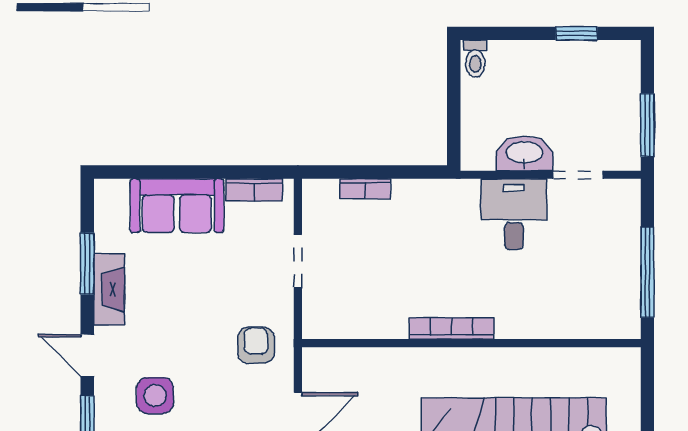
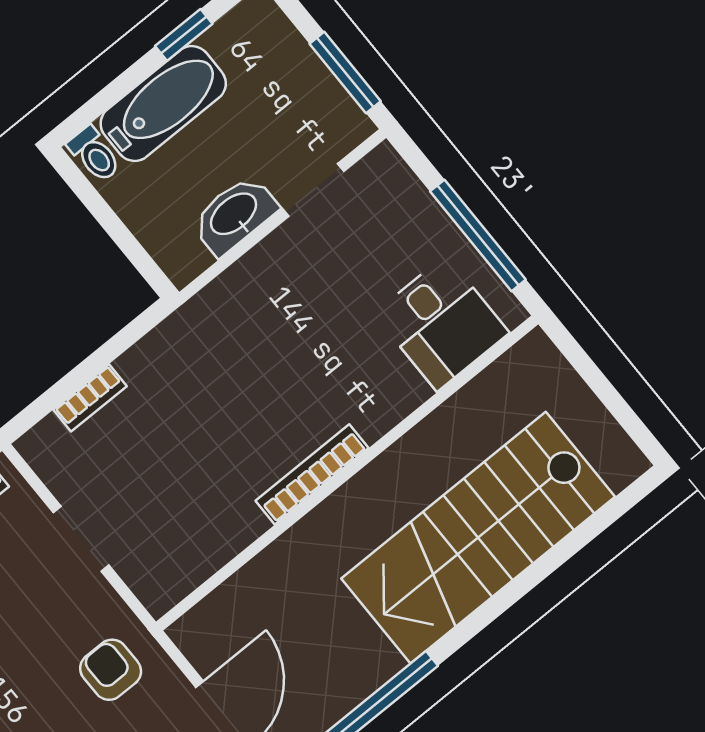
bathtub: (535, 62) -> (163, 104), added
desk: (514, 214) -> (442, 323), moved, turned 180

